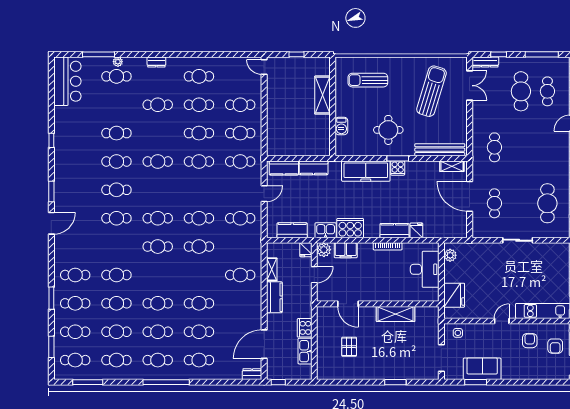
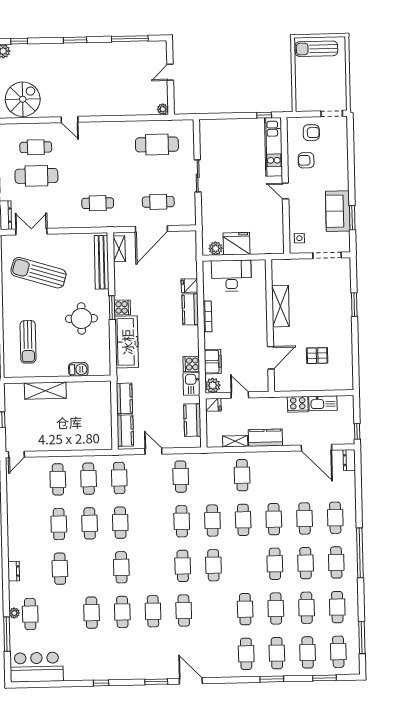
cafe table: (199, 76) -> (243, 520), moved
cooker: (350, 228) -> (191, 364), width x0.53, depth x0.76
fridge: (454, 295) -> (237, 244), moved

